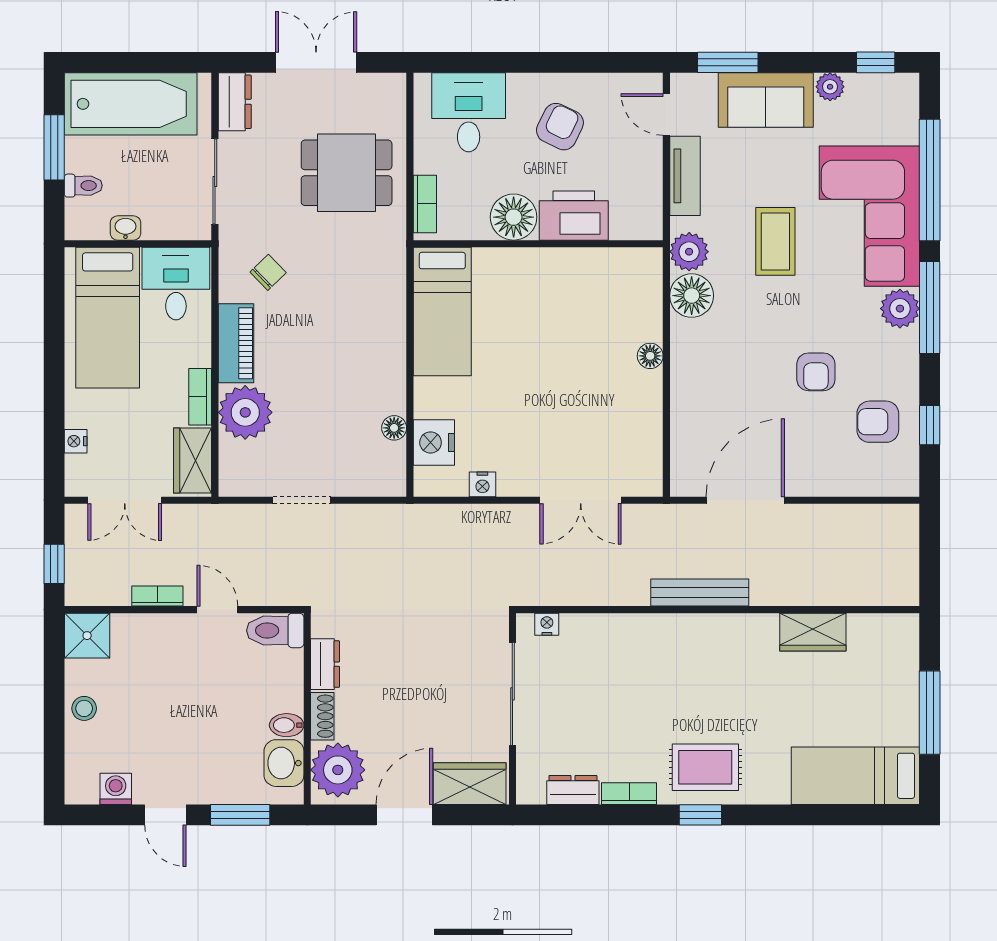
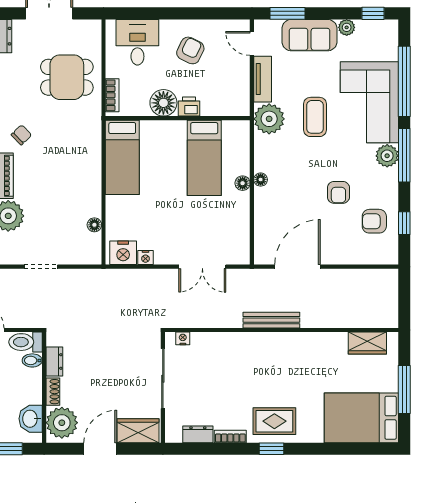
printer: (574, 216) -> (189, 107), width x0.53, depth x0.68
plant: (689, 252) -> (269, 119), width x1.36, depth x1.36
floor lamp: (692, 296) -> (261, 180), moved, width x0.53, depth x0.53
bed: (584, 312) -> (204, 158), added
nightstand: (434, 442) -> (123, 253), moved, turned -90
wardrobe: (813, 632) -> (367, 343), moved
bidet: (287, 725) -> (32, 360), moved
bed: (855, 776) -> (361, 418), width x1.50

